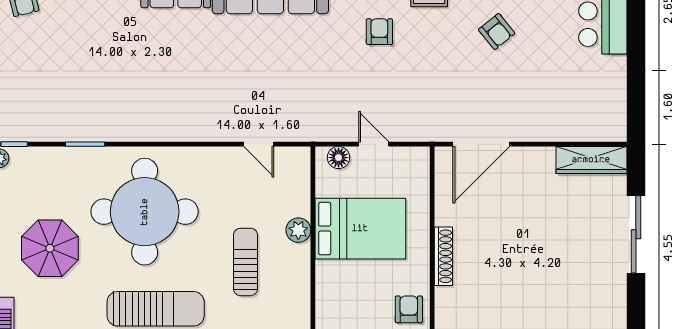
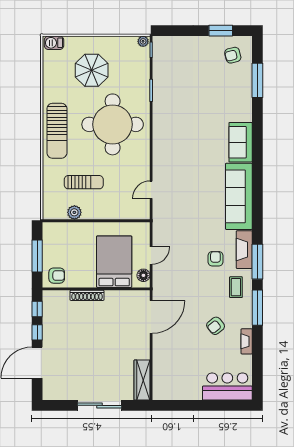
armchair: (379, 32) -> (215, 259), turned -90
door: (481, 144) -> (151, 317), swing flipped
floor lamp: (339, 158) -> (143, 275), moved
bed: (360, 229) -> (114, 262), moved, turned 180
plant: (298, 230) -> (74, 212), moved

